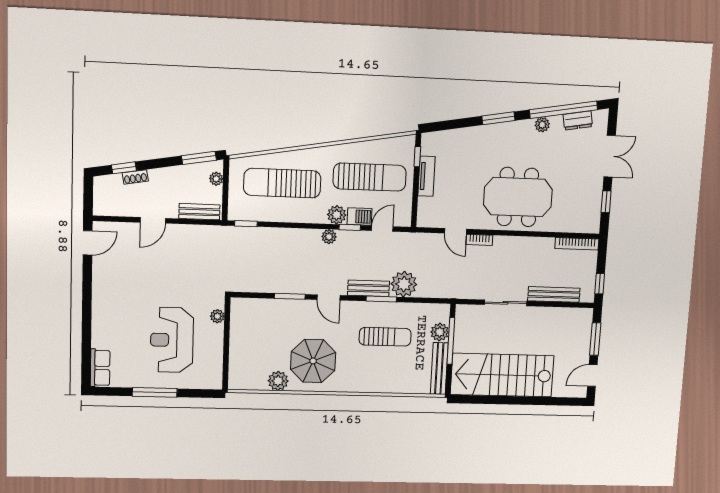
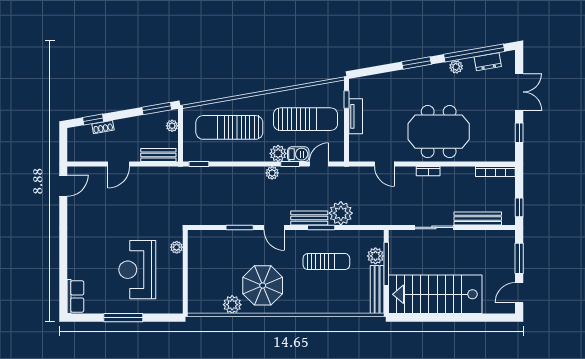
bookcase: (479, 240) -> (428, 171), moved

